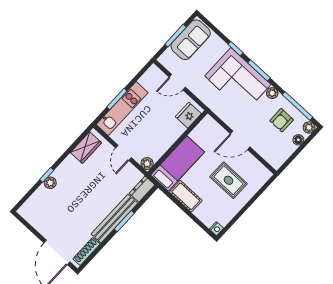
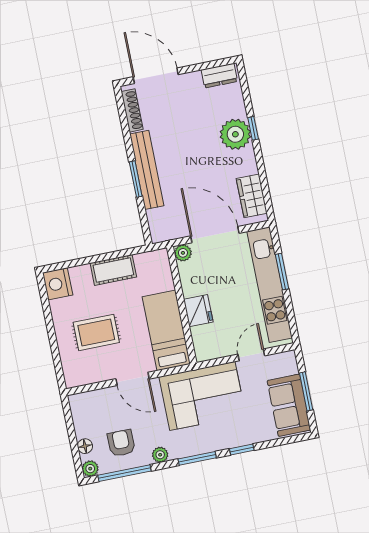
corner sofa: (238, 80) -> (202, 396), moved, turned 180
kitchen unit: (122, 109) -> (270, 285), width x1.36
fridge: (188, 115) -> (198, 311), moved
door: (240, 140) -> (133, 379), swing flipped
door: (123, 153) -> (215, 235), width x1.87
bed: (178, 163) -> (166, 330), moved, turned 180
plant: (50, 183) -> (235, 134), width x1.88, depth x1.88
dresser: (142, 189) -> (219, 76), moved, turned 90
nightstand: (216, 229) -> (58, 284), width x1.89, depth x1.79

